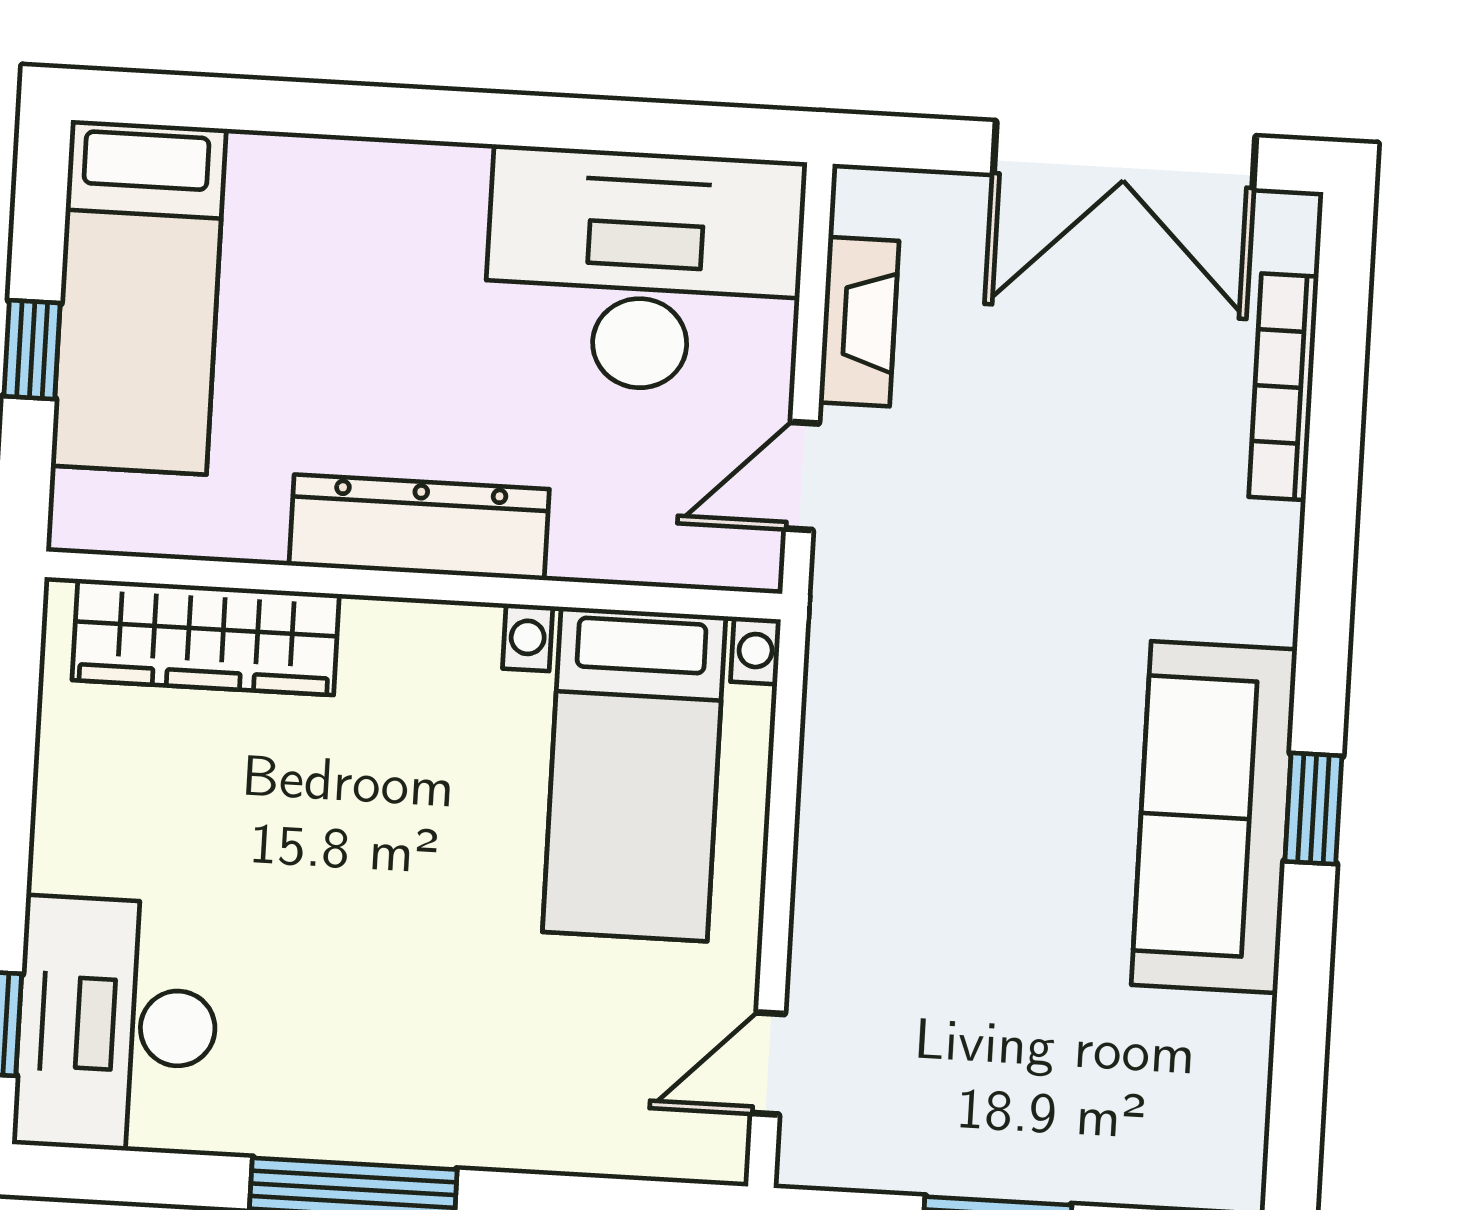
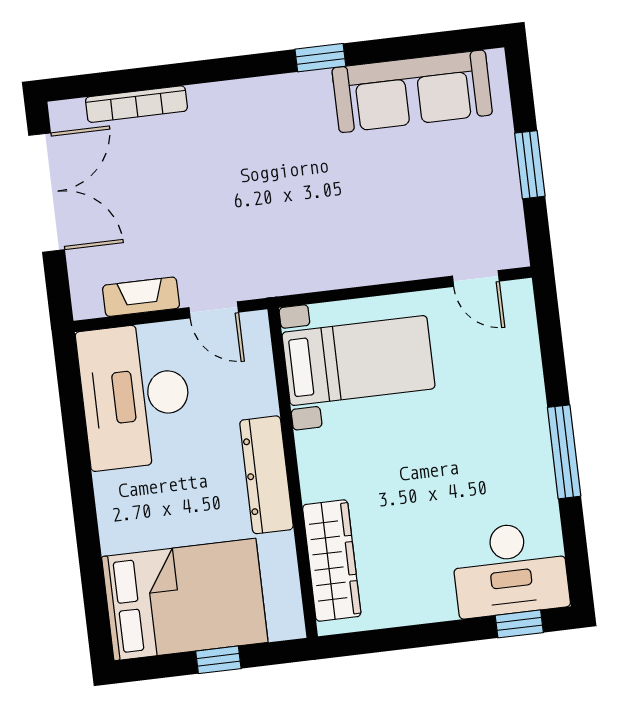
bed: (139, 297) -> (185, 600), width x1.50
sofa: (1214, 817) -> (412, 91), moved

